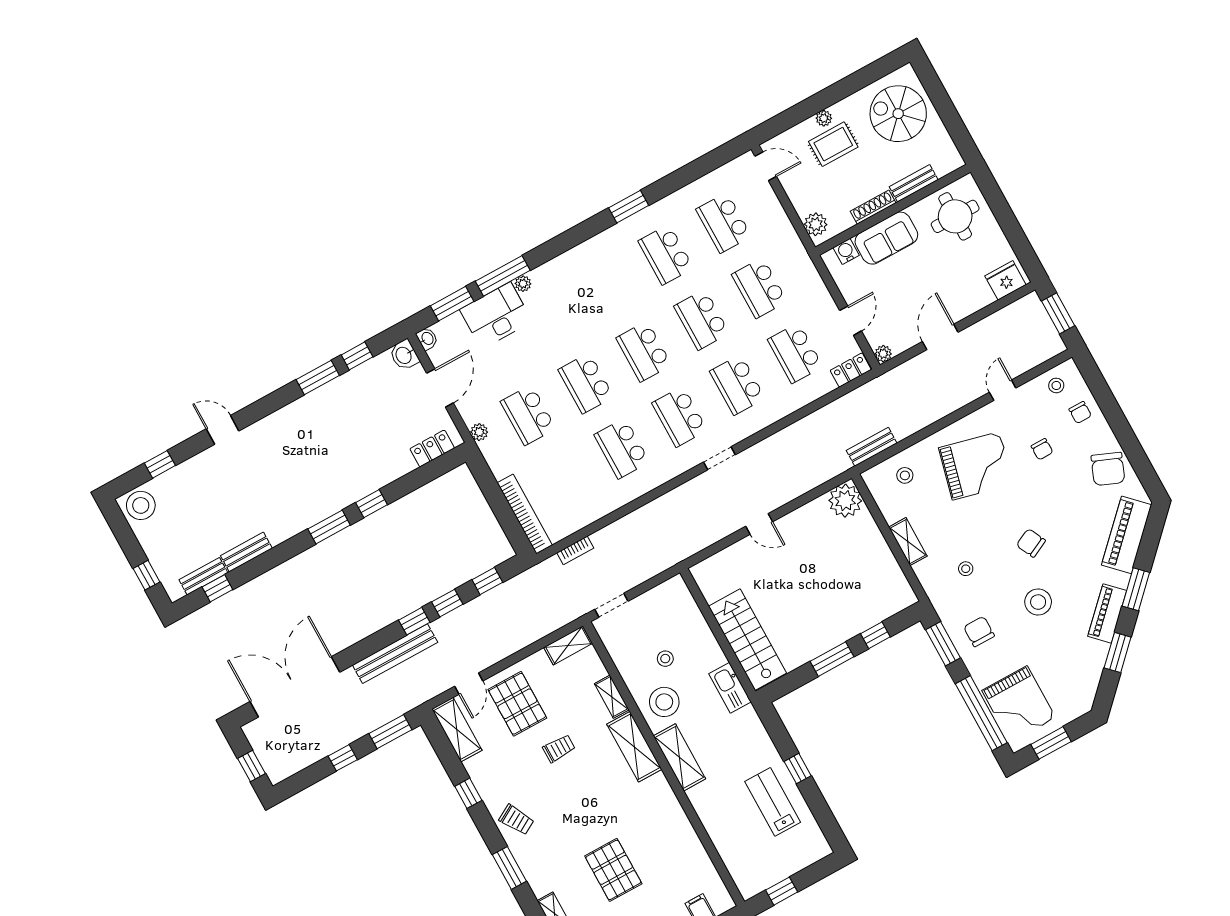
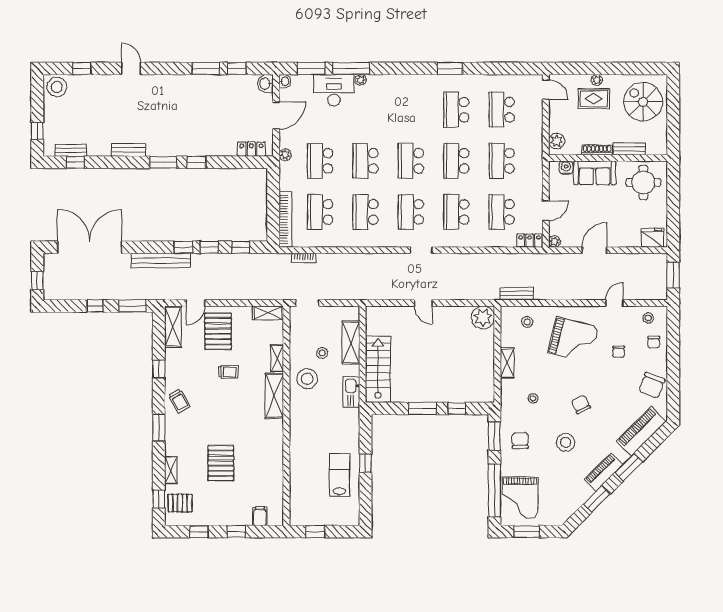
school desk: (564, 480) -> (320, 212), added
bench: (246, 552) -> (128, 150), moved
shelving: (679, 757) -> (351, 342), moved

